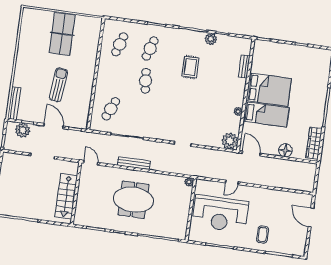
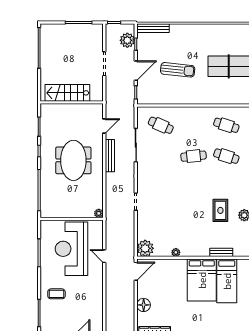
rug: (190, 67) -> (220, 210), moved, turned 90
bed: (266, 114) -> (227, 281), moved
door: (91, 163) -> (104, 126), moved

